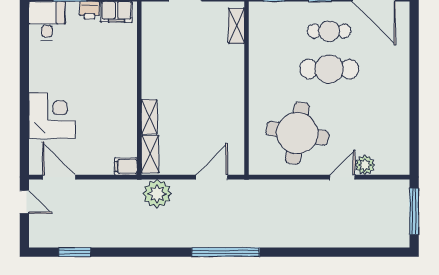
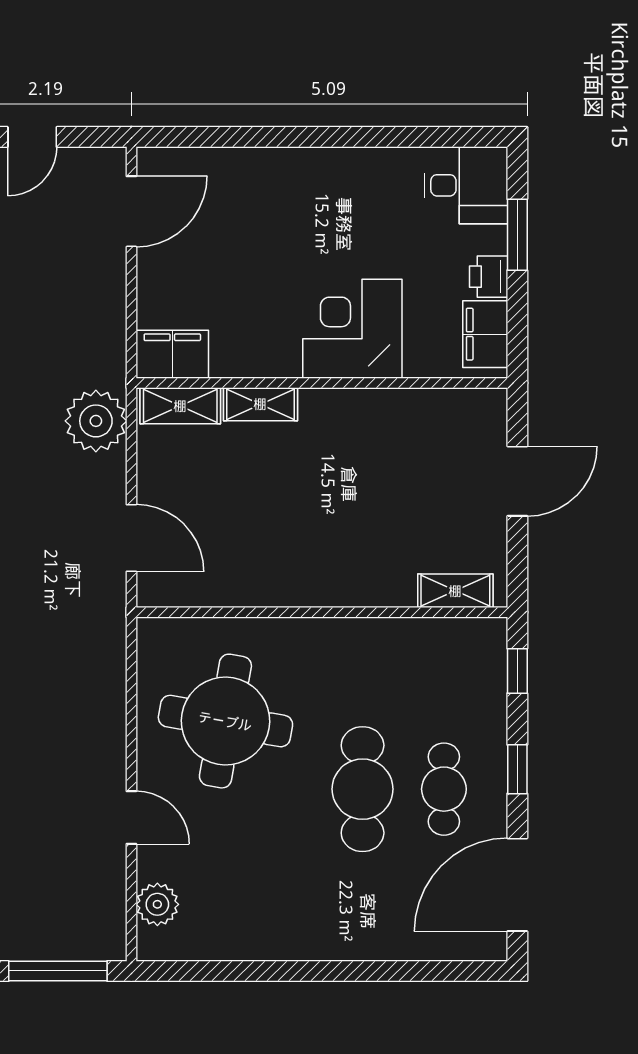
corner desk: (52, 116) -> (352, 329), moved, turned 180
plant: (365, 165) -> (157, 904), moved
filing cabinet: (126, 166) -> (172, 354), width x2.00
door: (24, 202) -> (32, 137), moved

